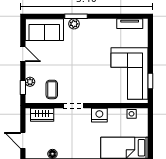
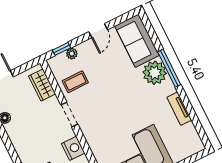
window: (76, 16) -> (169, 68), width x1.44
plant: (74, 24) -> (155, 73), width x1.88, depth x1.88
tv unit: (130, 24) -> (179, 109), moved

